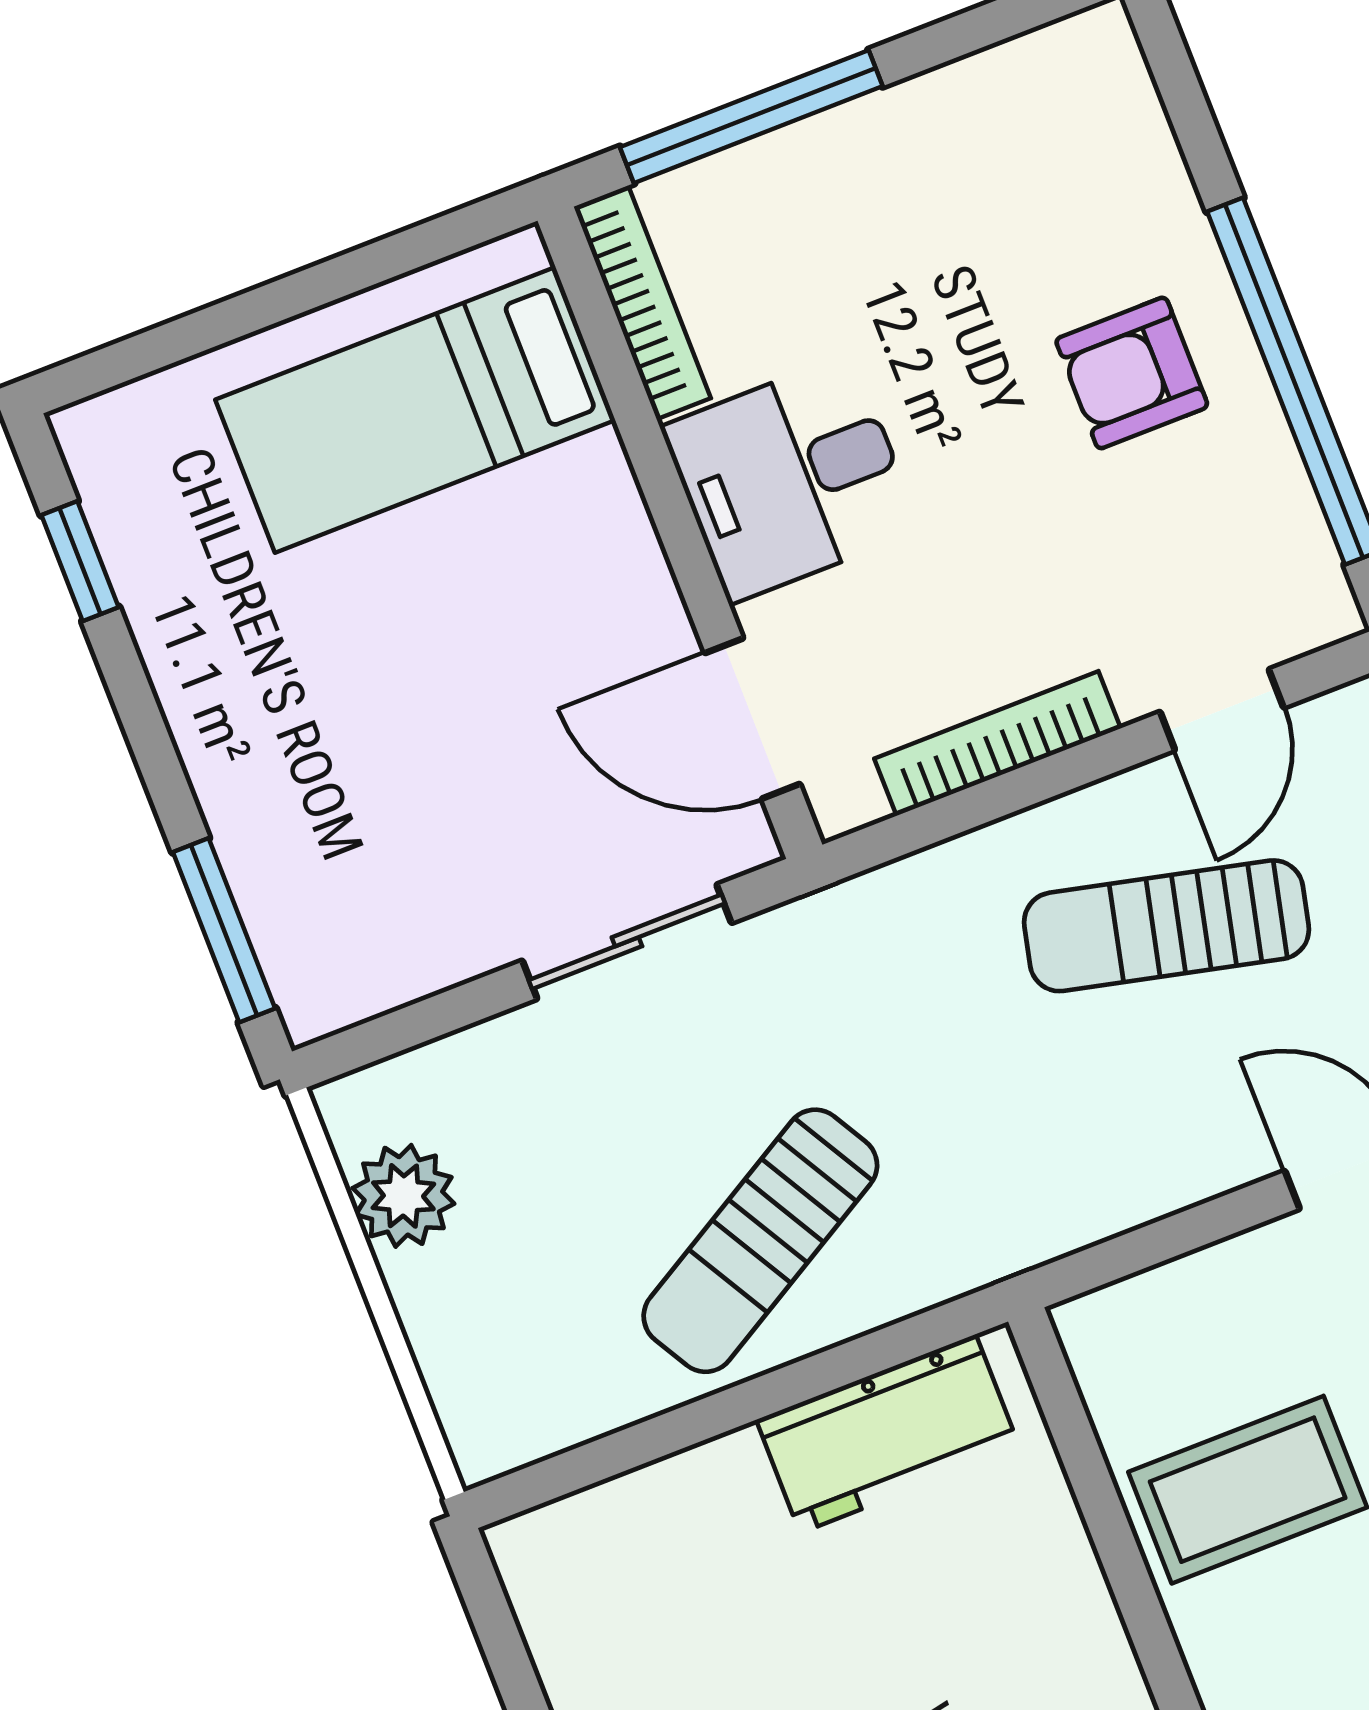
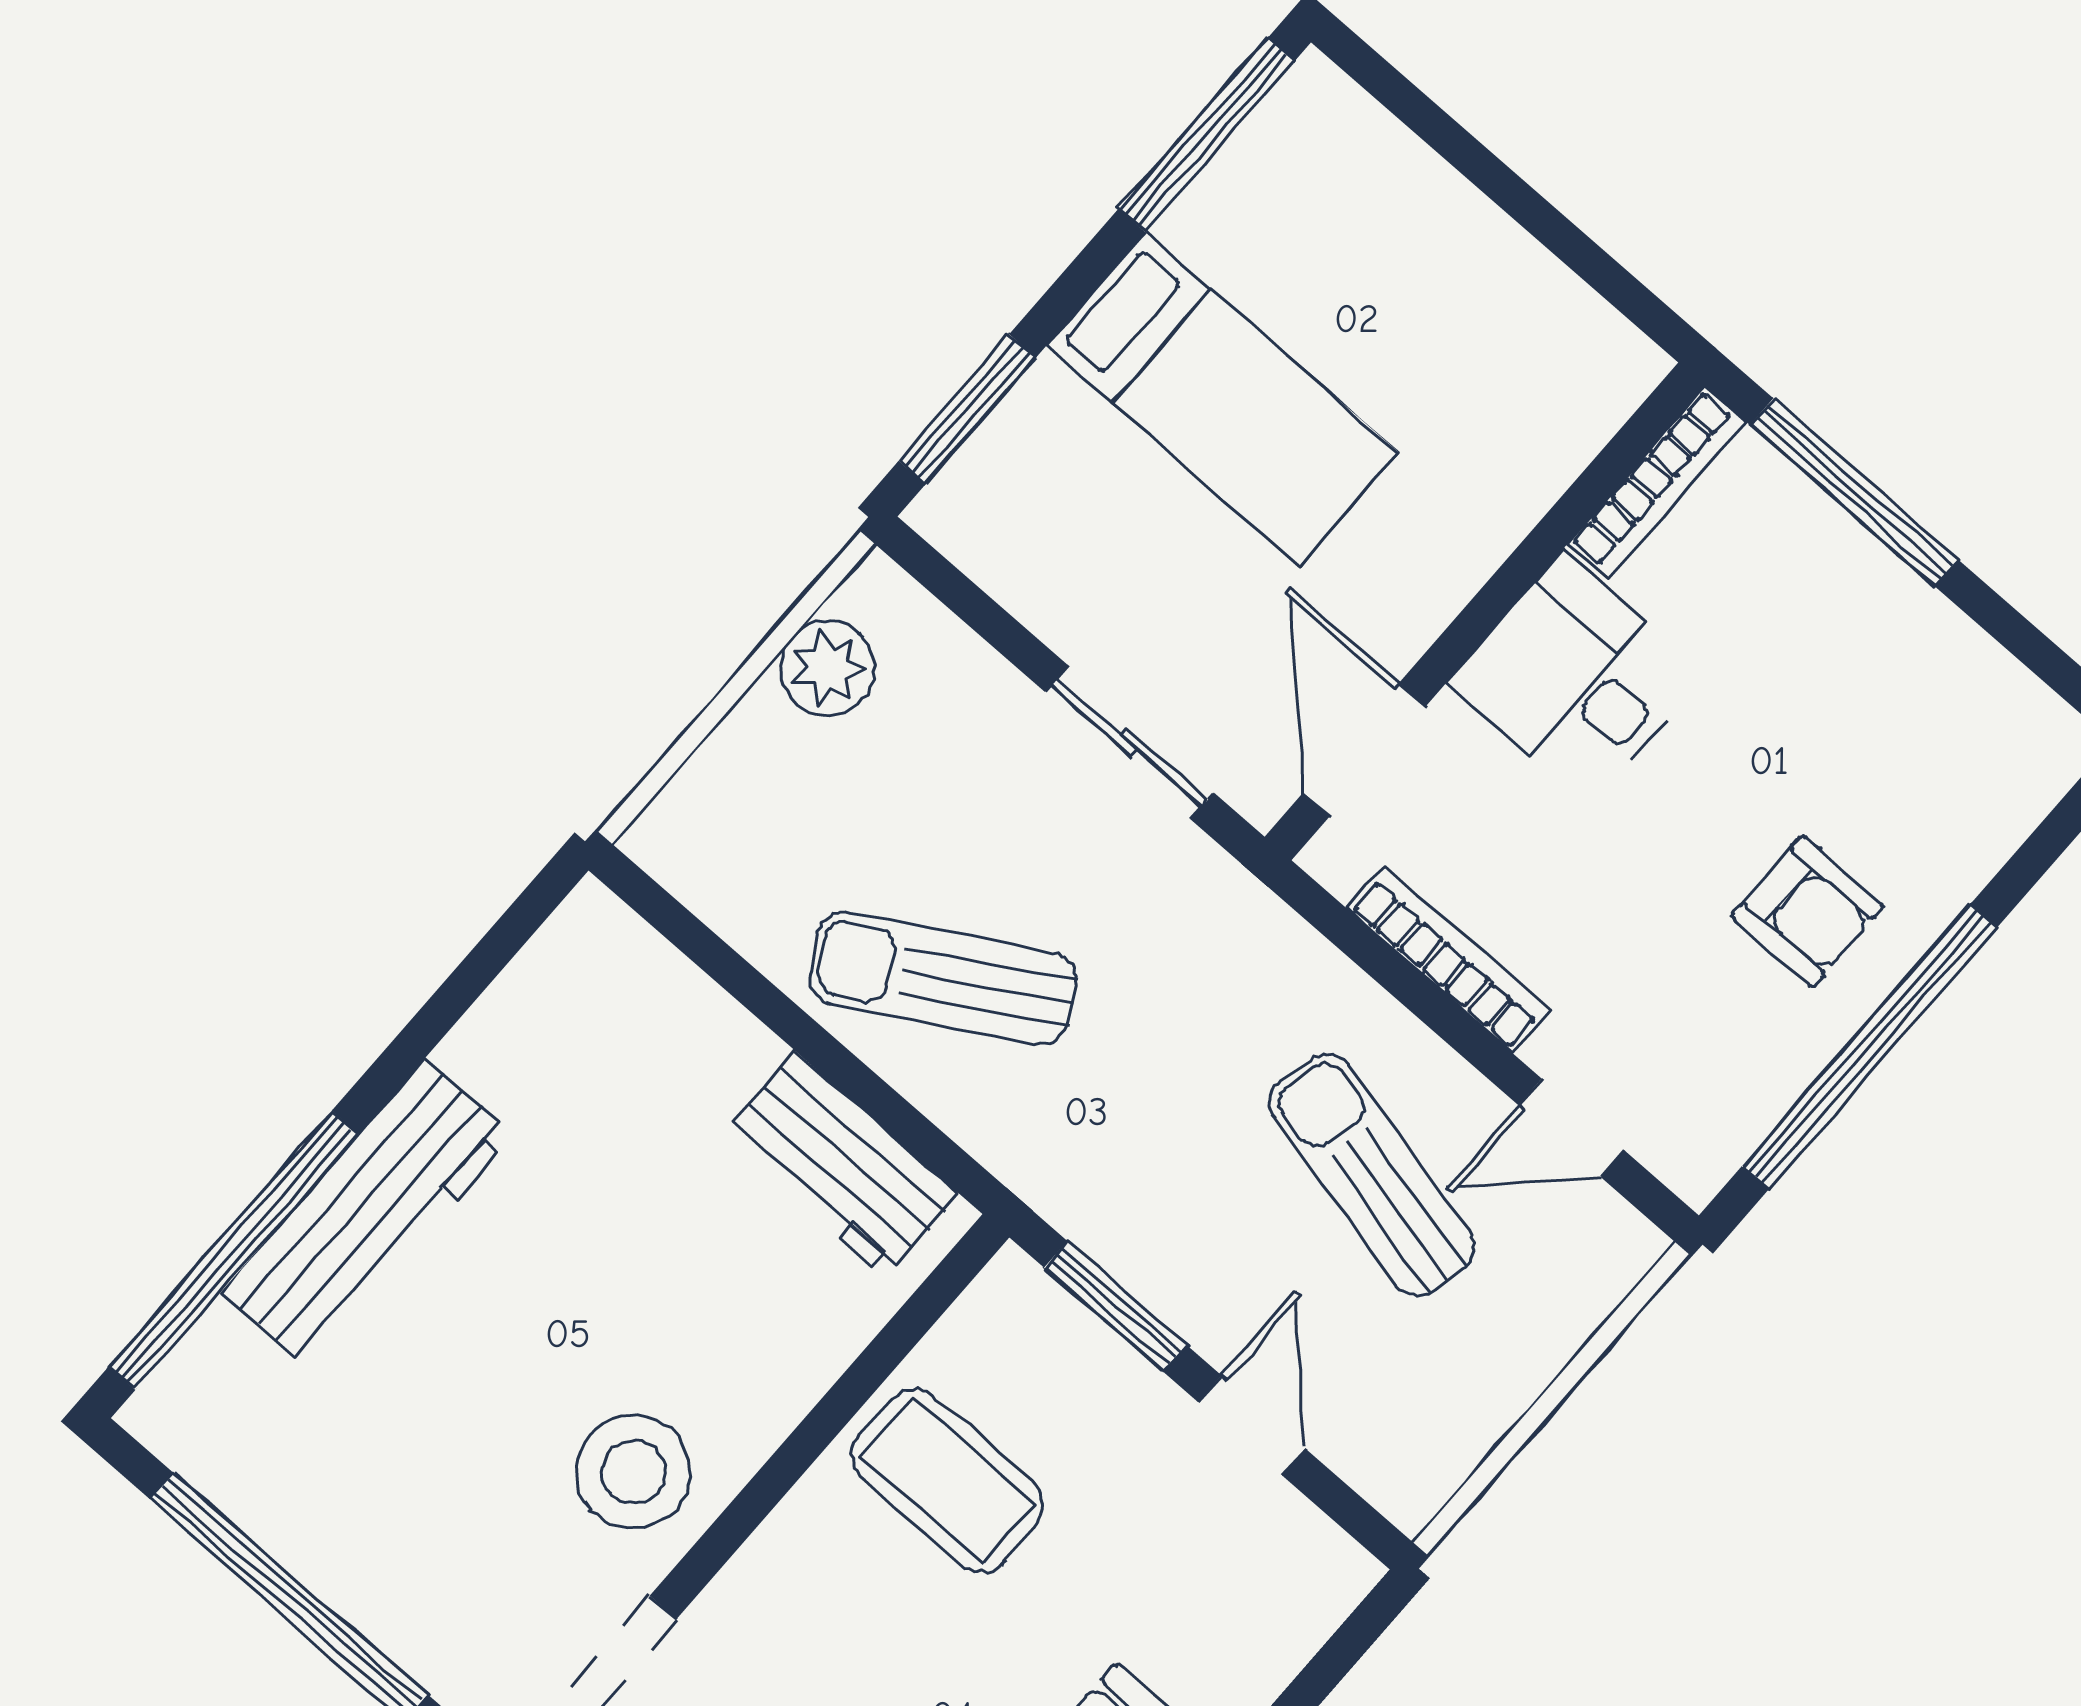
armchair: (1132, 373) -> (1807, 911), turned 180
bed: (415, 410) -> (1223, 399), moved, turned 180
window: (80, 561) -> (1207, 135), width x2.17
window: (1164, 1240) -> (1115, 1306), added

